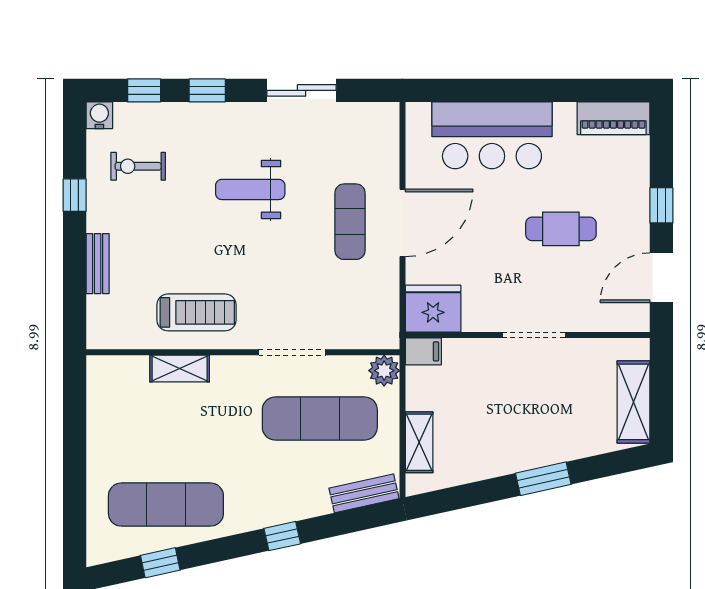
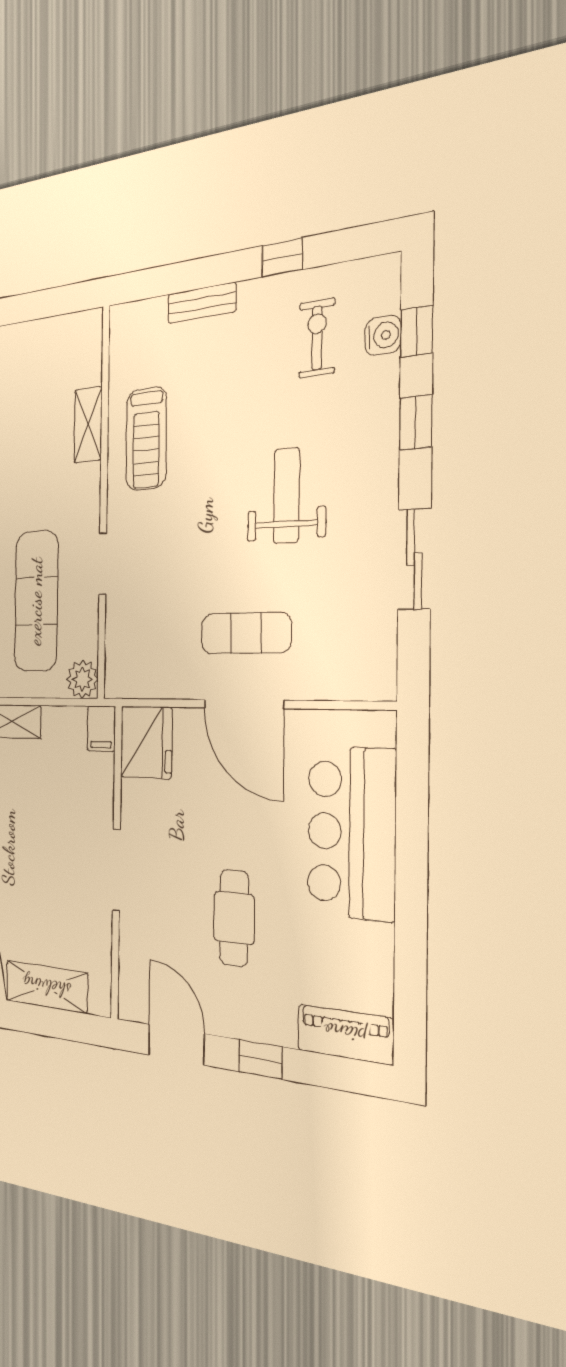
water cooler: (99, 115) -> (383, 335), moved
piano: (613, 118) -> (345, 1034), moved, turned 90
doorway: (292, 352) -> (103, 564), width x0.73

